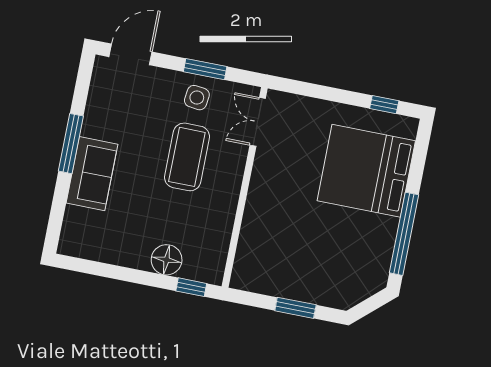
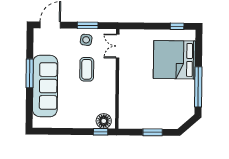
coffee table: (187, 157) -> (87, 69), width x0.73, depth x0.76
sofa: (92, 174) -> (45, 86), width x1.85, depth x1.27
floor lamp: (167, 260) -> (104, 121), moved

